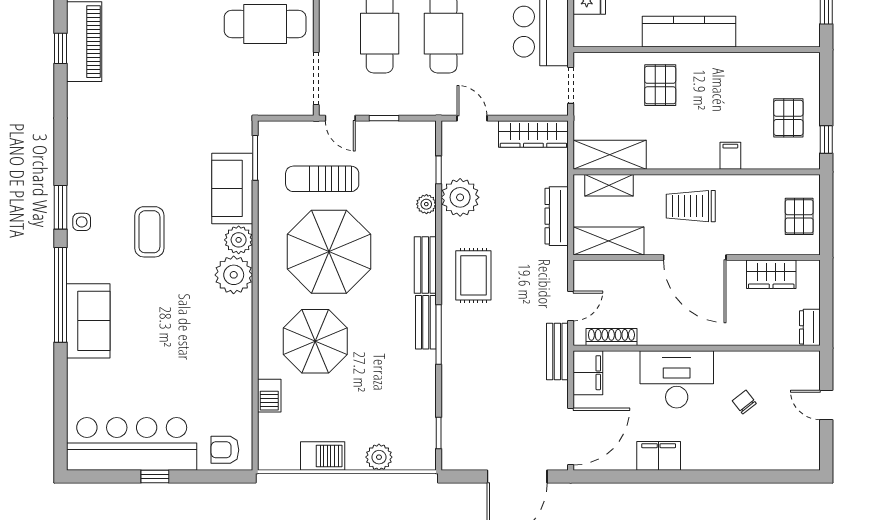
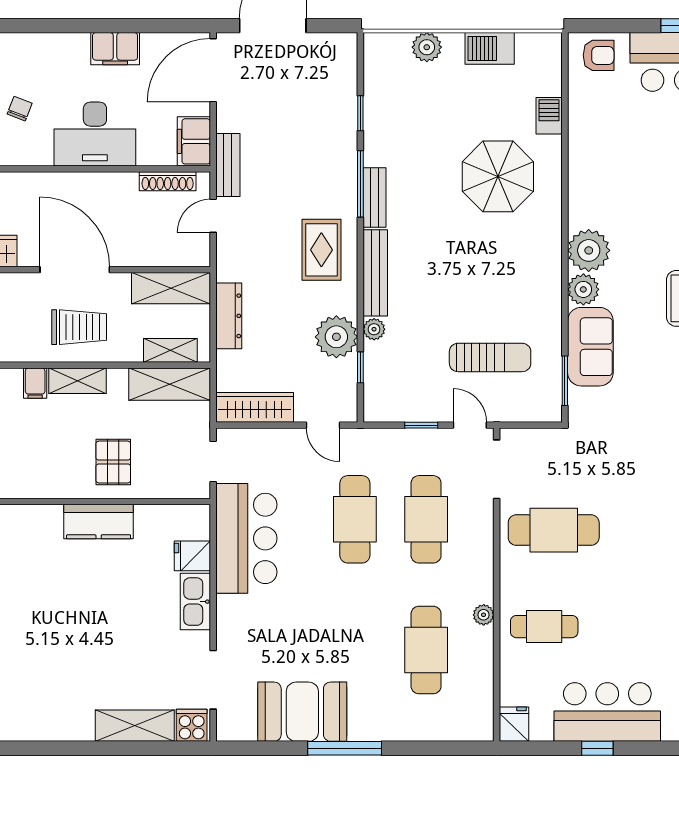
kitchen counter: (689, 32) -> (99, 522), width x0.67
shelving: (692, 158) -> (77, 381), added
parasol: (329, 252) -> (483, 276), removed
bench: (425, 265) -> (375, 273), width x1.36
chair: (744, 402) -> (20, 109), turned -121
window: (439, 433) -> (360, 113), moved

